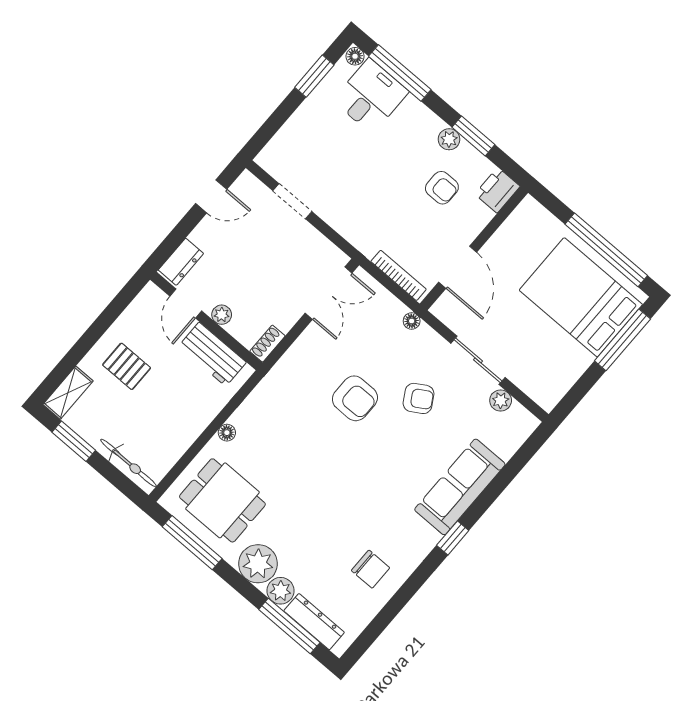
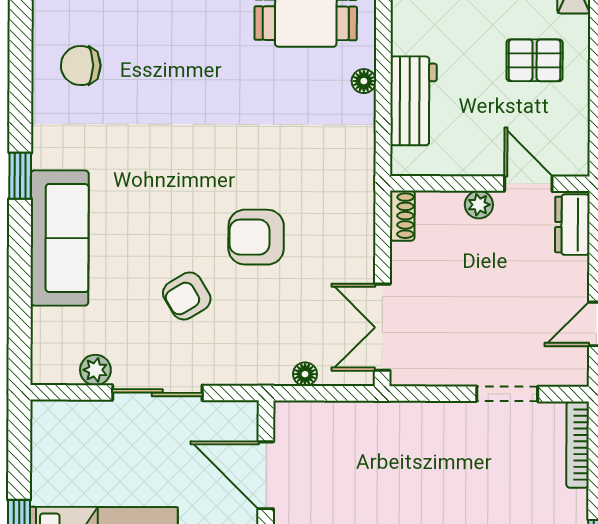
bookcase: (399, 275) -> (578, 445), moved, turned 90
floor lamp: (412, 321) -> (305, 374), moved
workbench: (212, 354) -> (413, 101), moved, turned 90

